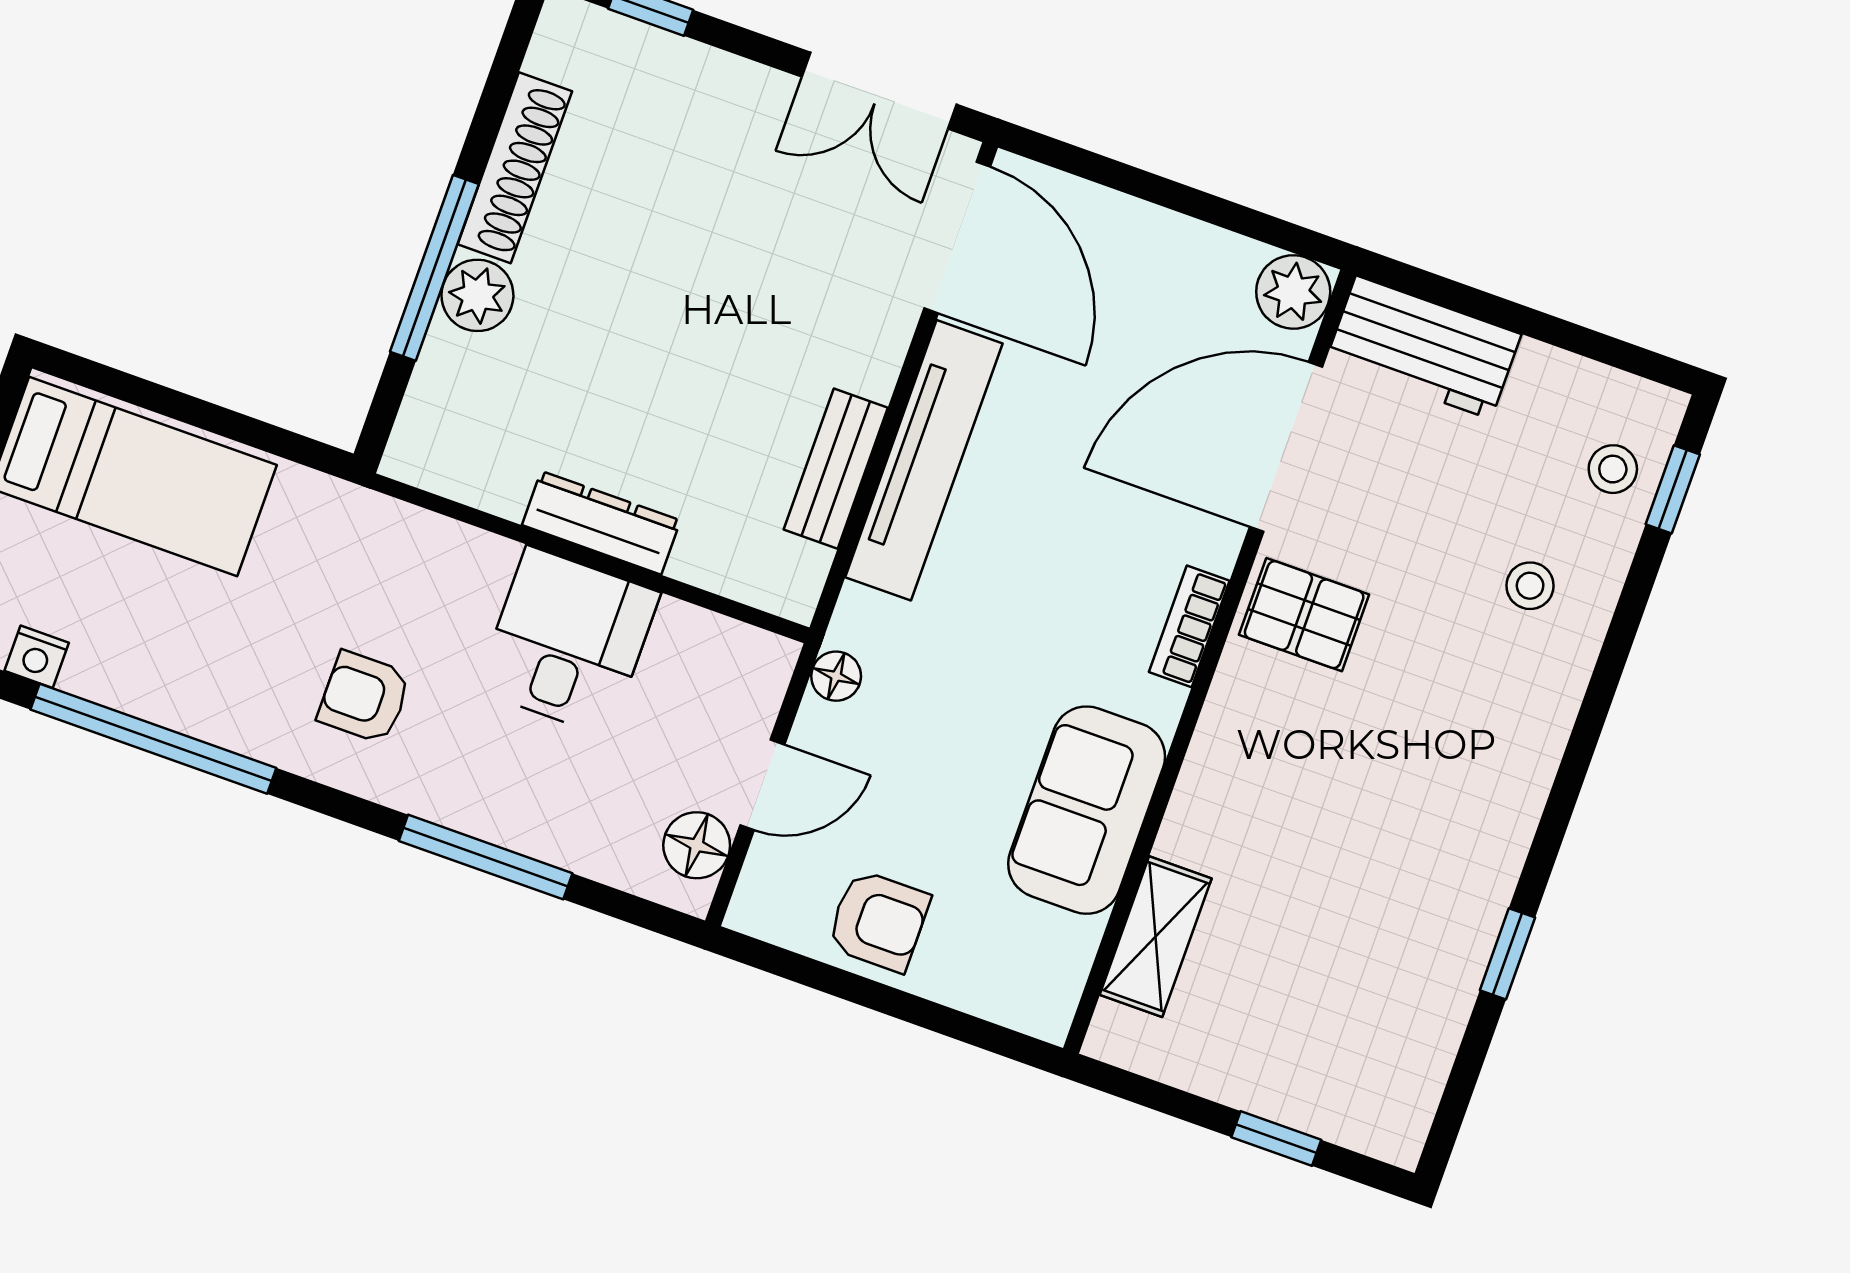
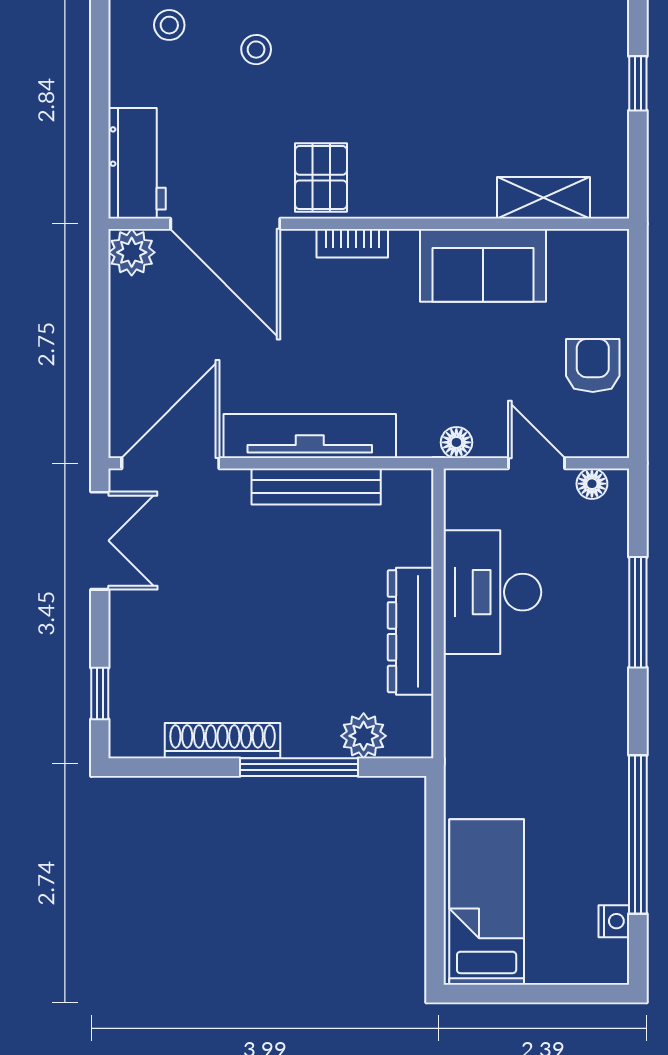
plant: (477, 295) -> (364, 736), moved
bench: (836, 469) -> (316, 487), width x1.36
dresser: (601, 523) -> (411, 631), width x1.37, depth x1.24
desk: (568, 641) -> (492, 592), width x1.37
armchair: (364, 697) -> (569, 718), removed
floor lamp: (697, 845) -> (592, 484), width x0.73, depth x0.73

